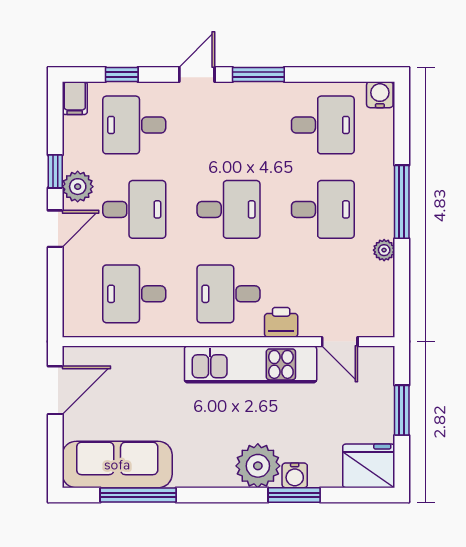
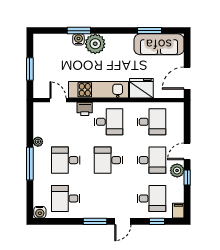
desk: (134, 209) -> (151, 160), turned 180
fridge: (369, 466) -> (141, 88), moved, turned 180
window: (138, 495) -> (150, 31), width x0.69

